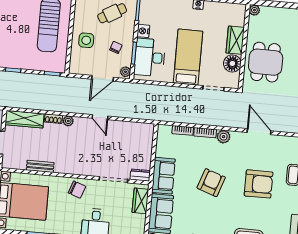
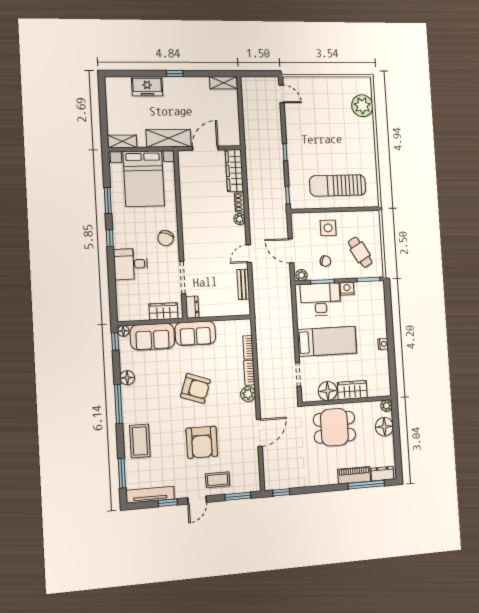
floor lamp: (273, 15) -> (384, 427), added
bench: (40, 166) -> (243, 284), moved

